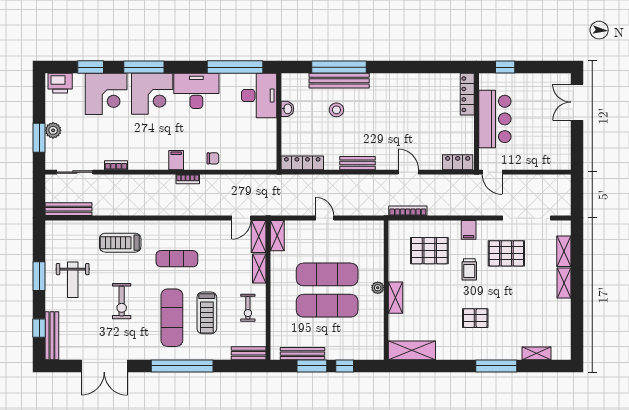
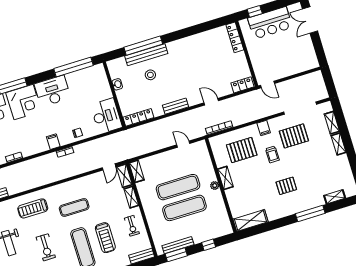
desk: (259, 96) -> (106, 116), moved
bar counter: (495, 119) -> (270, 23), moved, turned 90
door: (325, 218) -> (183, 144), moved
shelving: (396, 298) -> (225, 178), moved
window: (312, 366) -> (176, 255), moved

